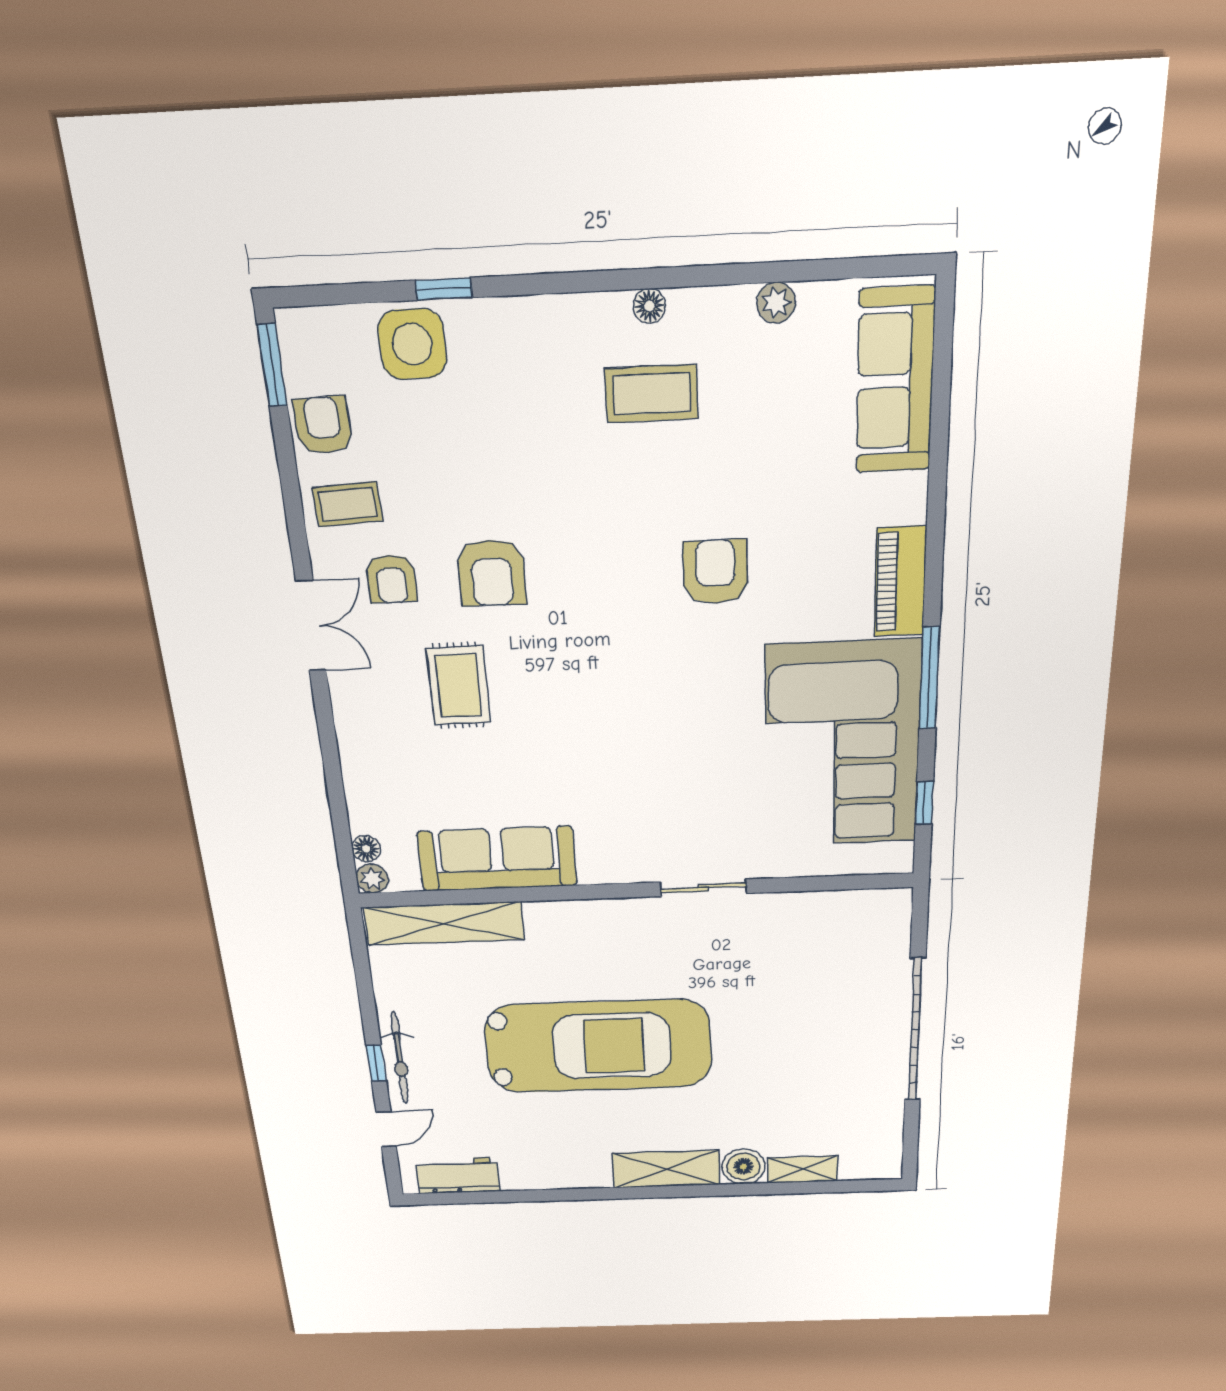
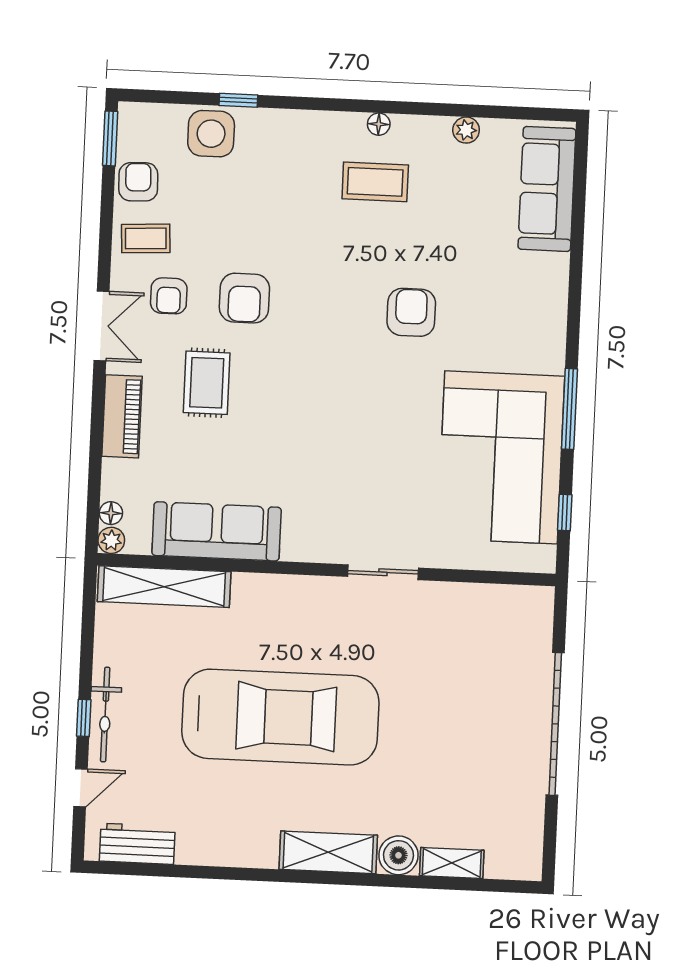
piano: (900, 582) -> (122, 416), moved, turned 180

